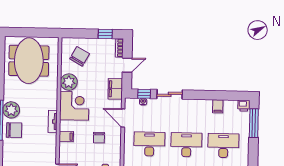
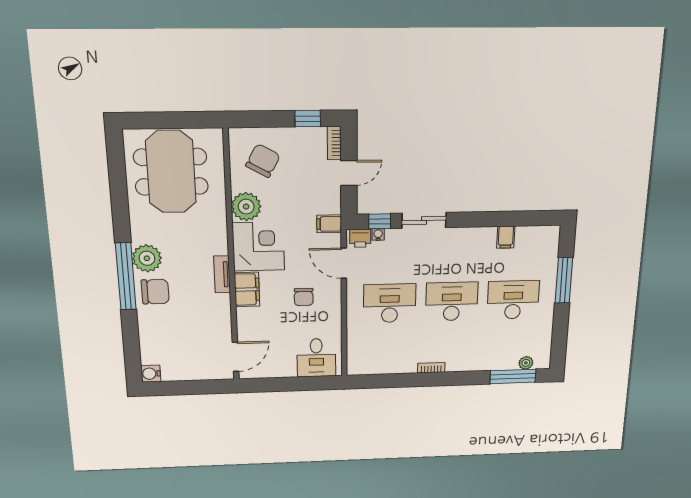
filing cabinet: (115, 89) -> (329, 224), width x0.50
printer: (244, 106) -> (360, 238), moved
window: (254, 123) -> (564, 280), moved
filing cabinet: (66, 137) -> (247, 289), width x2.00

